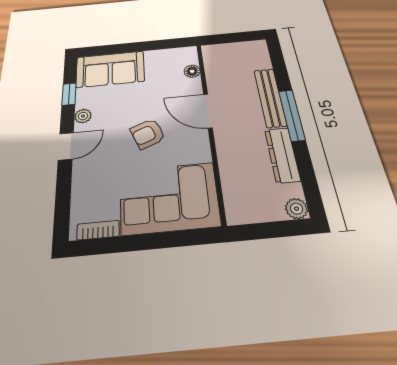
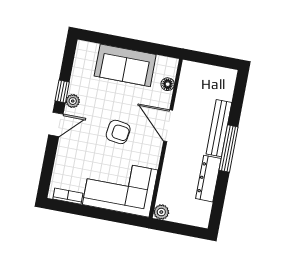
sofa: (110, 69) -> (125, 65), moved
window: (69, 94) -> (62, 91), moved
armchair: (148, 134) -> (118, 132), turned -150
plant: (297, 209) -> (161, 212), moved

